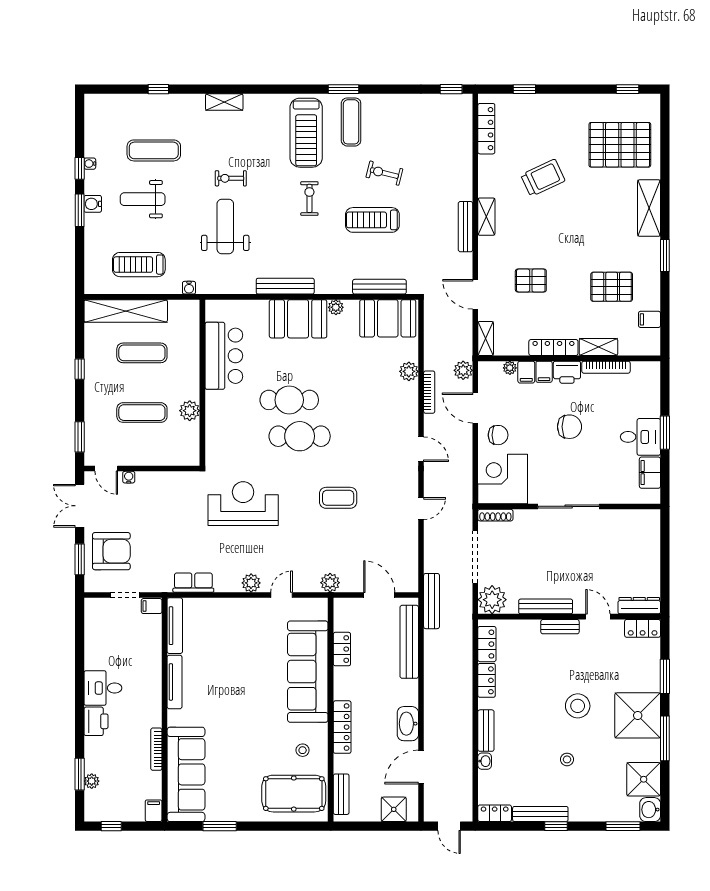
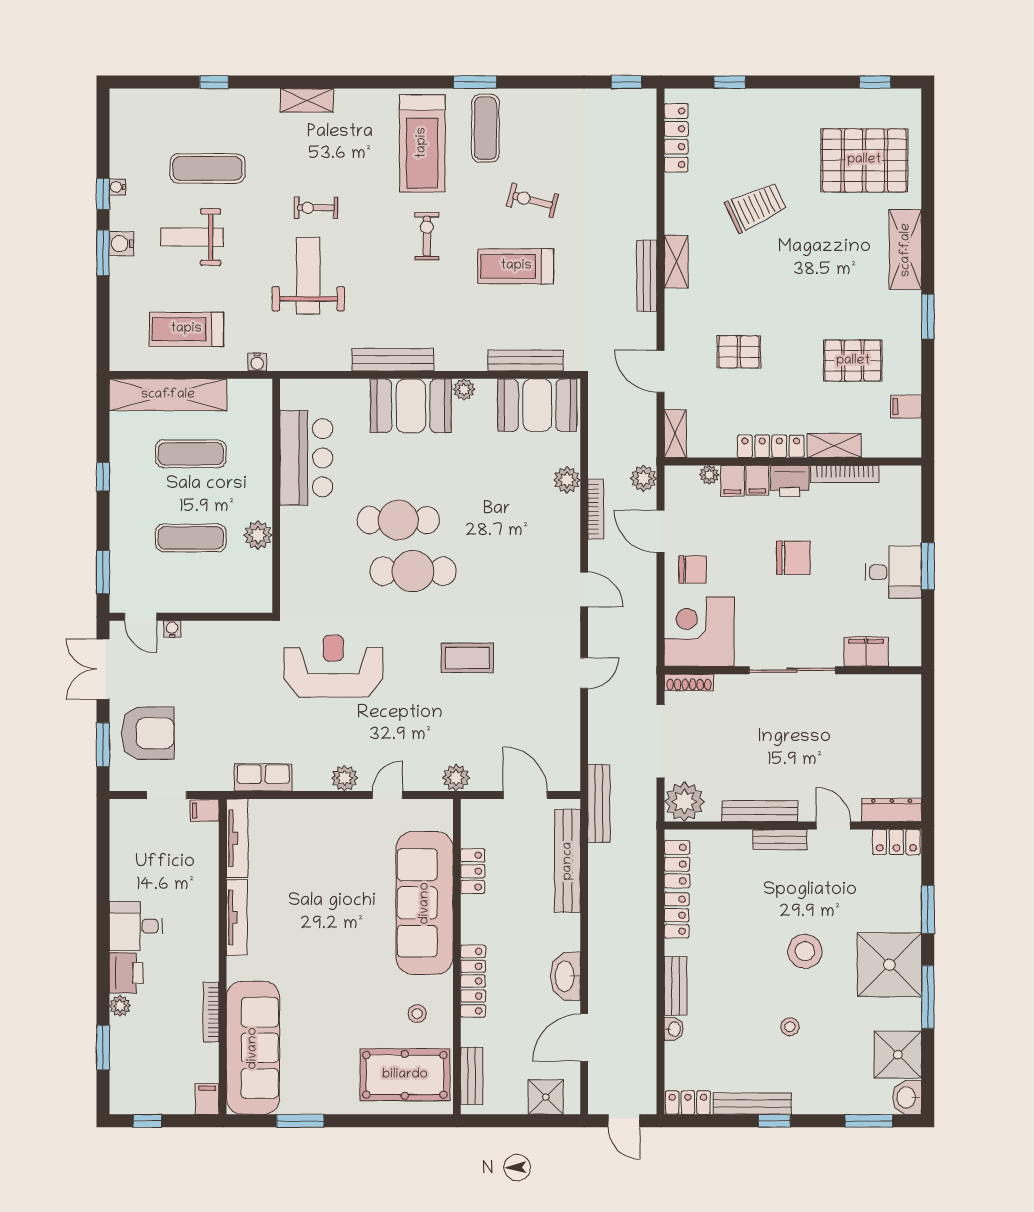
filing cabinet: (650, 473) -> (866, 652), moved, turned 90
plant: (92, 781) -> (120, 1006), moved

